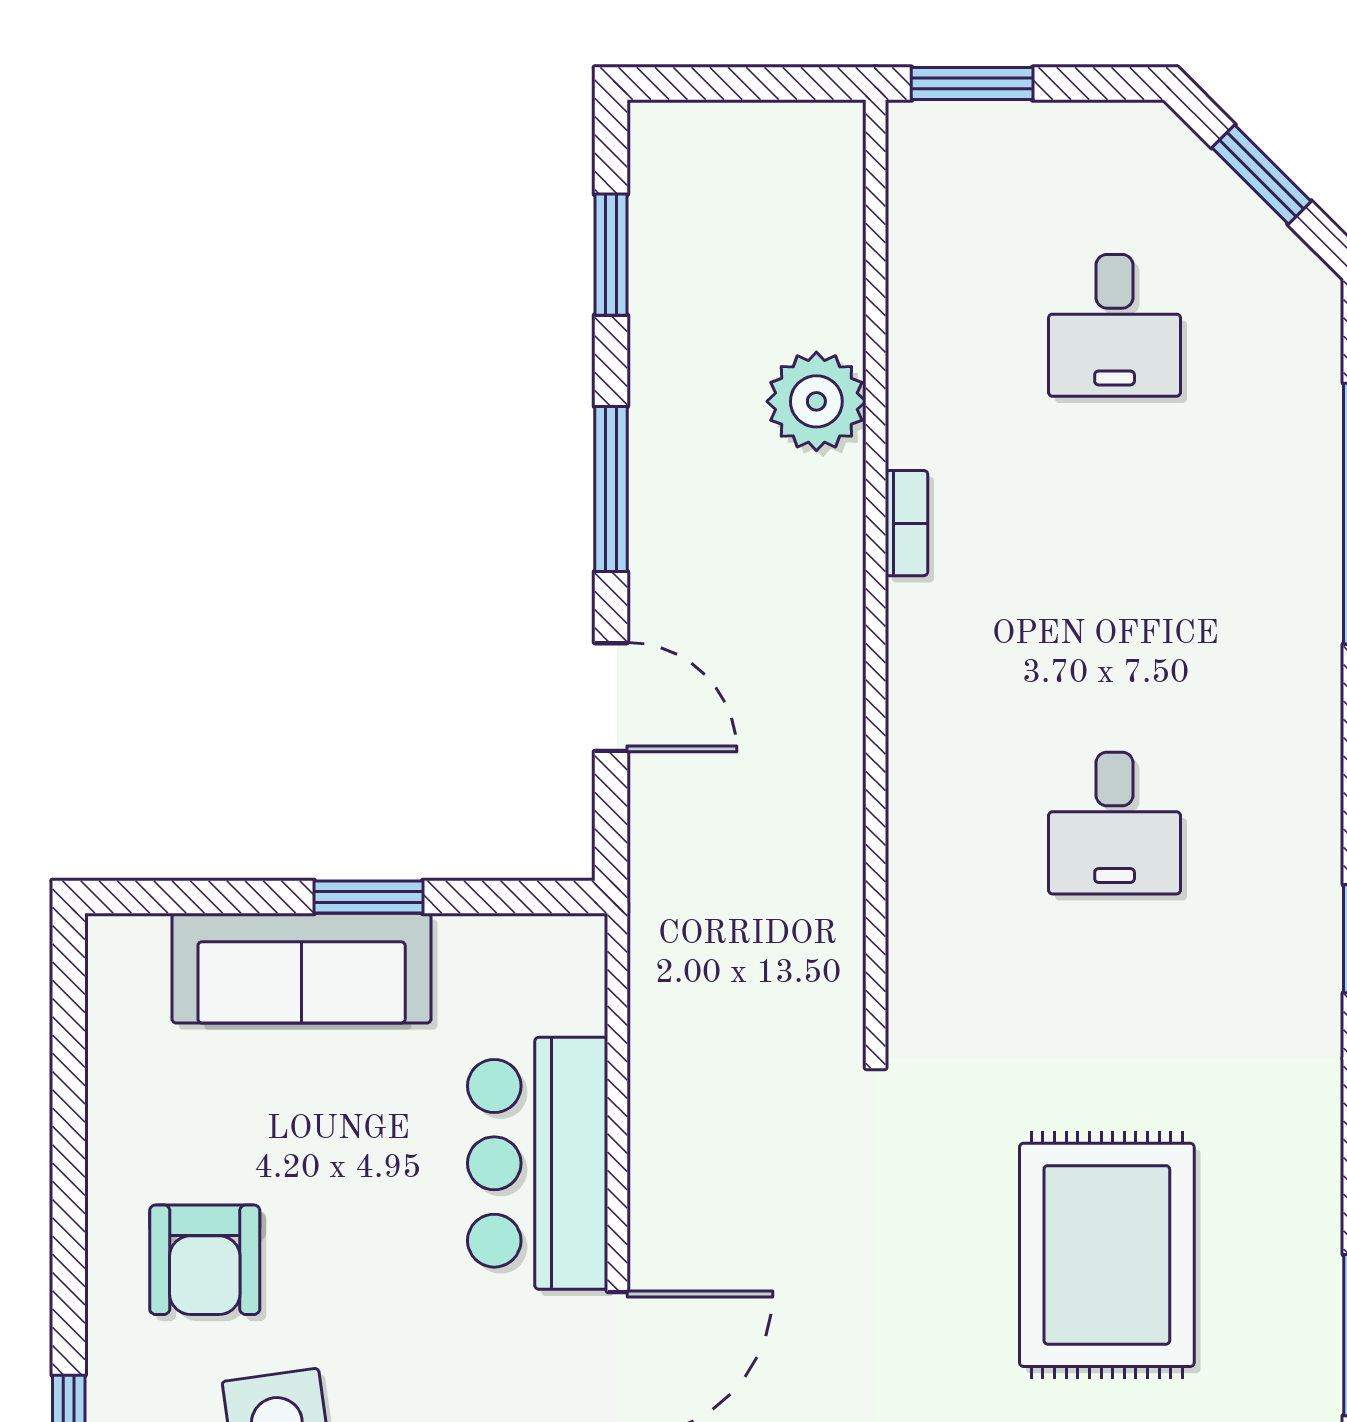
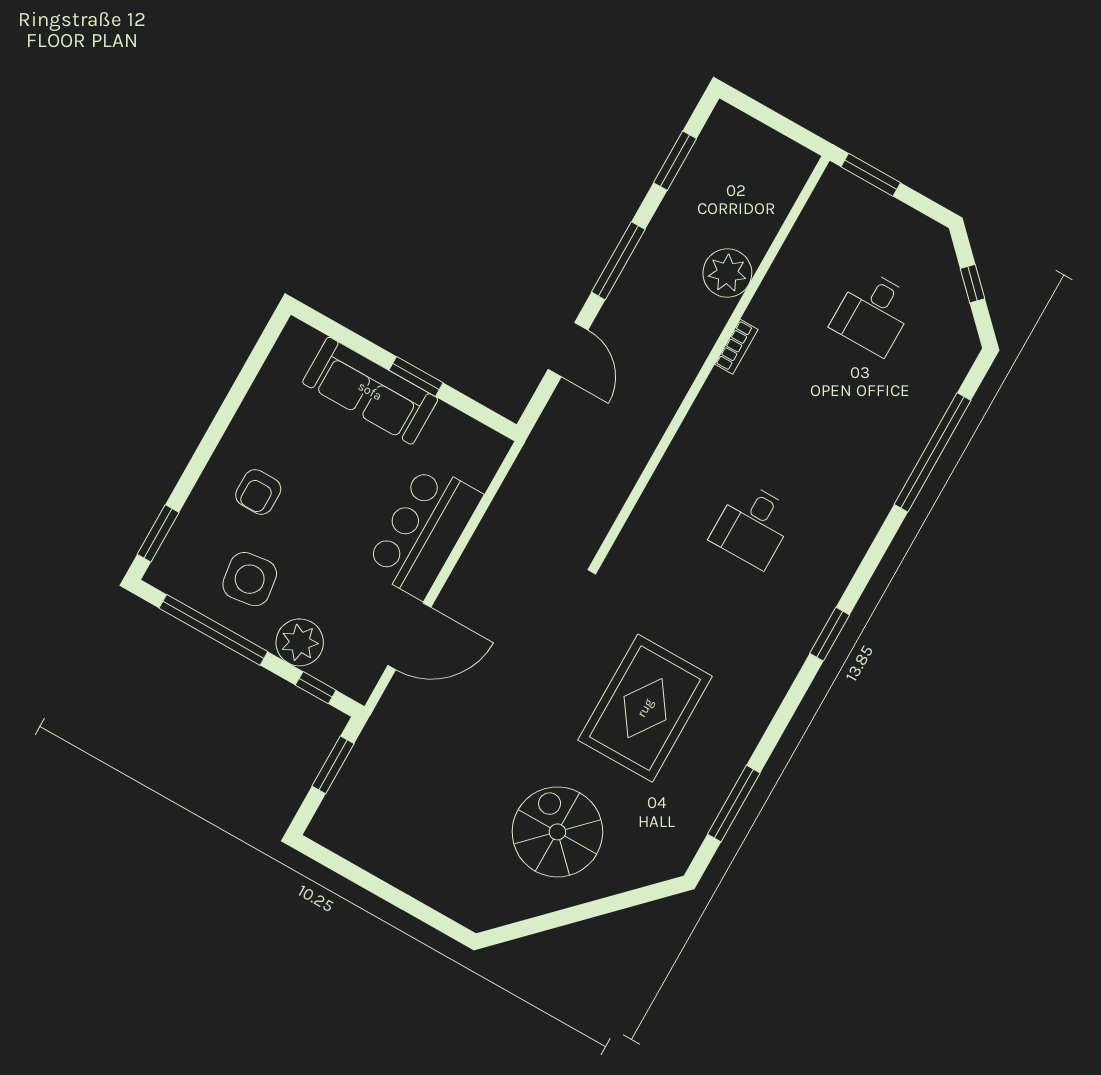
window: (1262, 174) -> (973, 284), width x0.67
armchair: (205, 1260) -> (258, 492), width x0.72, depth x0.72

